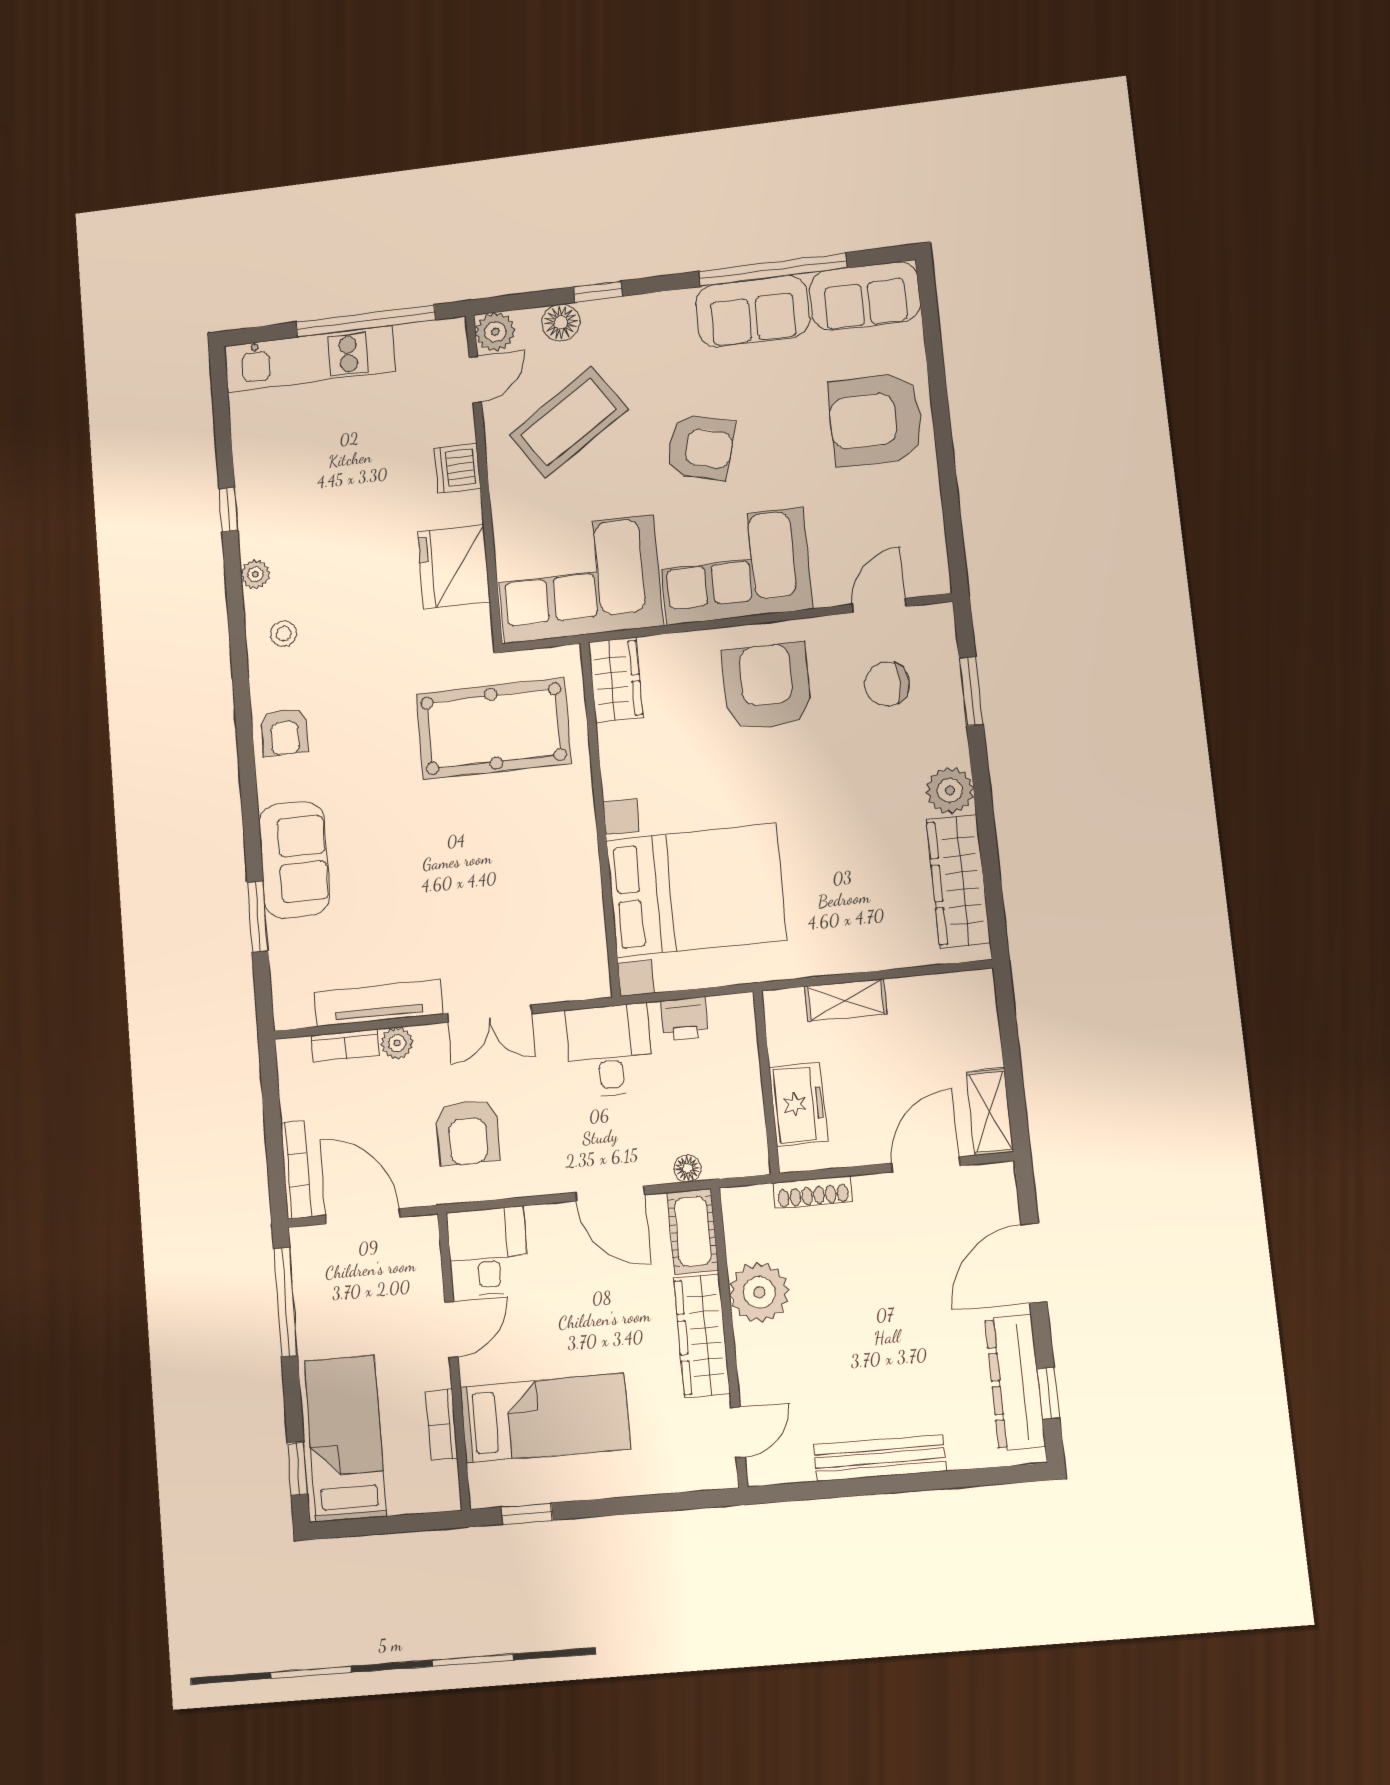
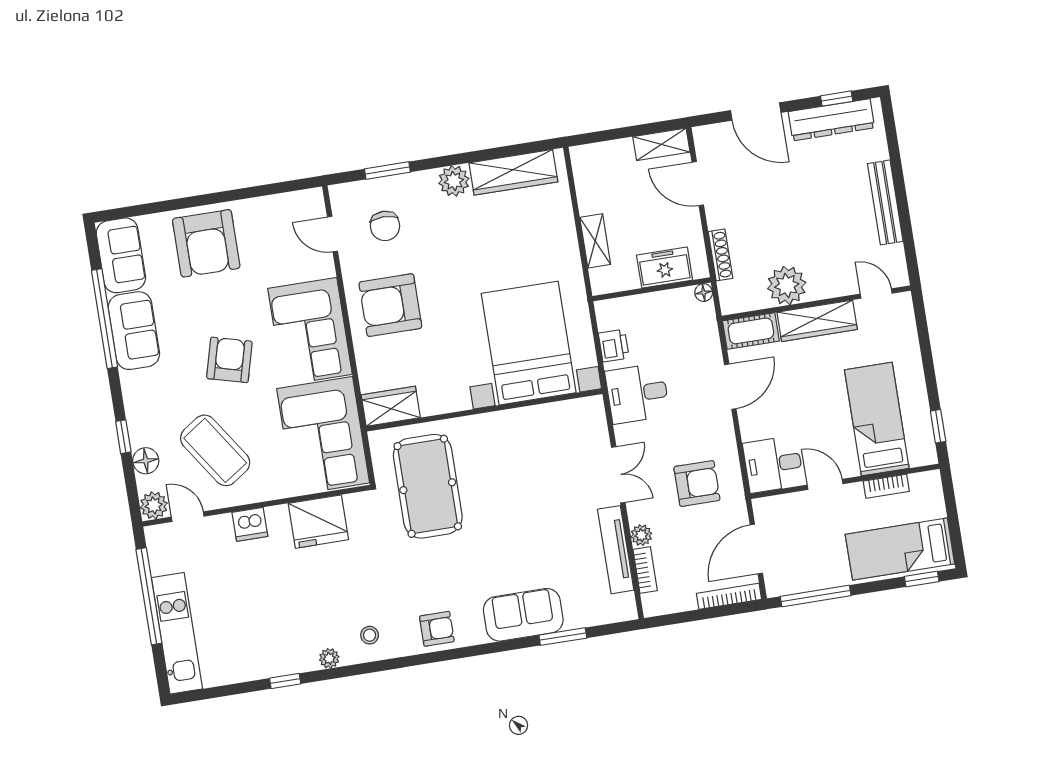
floor lamp: (687, 1168) -> (704, 293), moved

